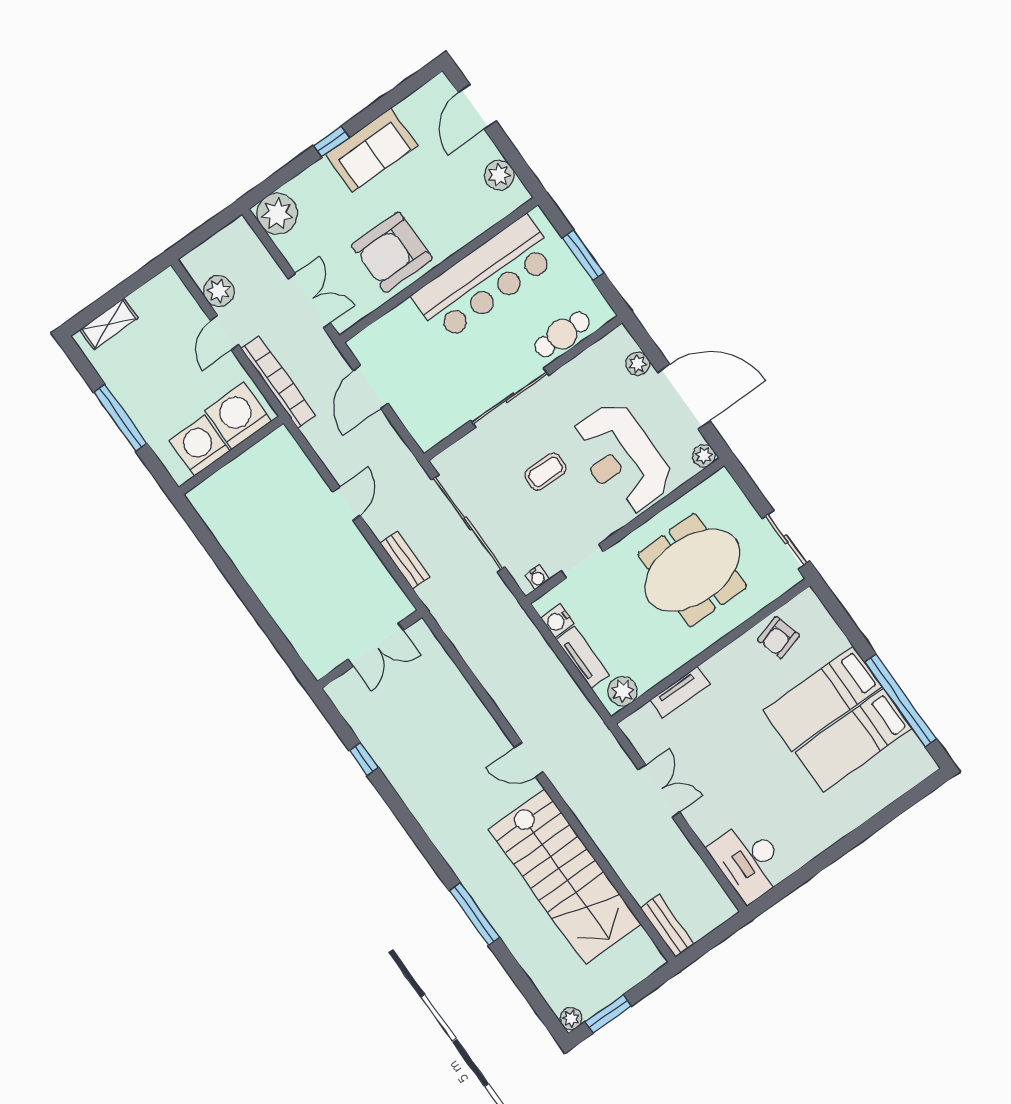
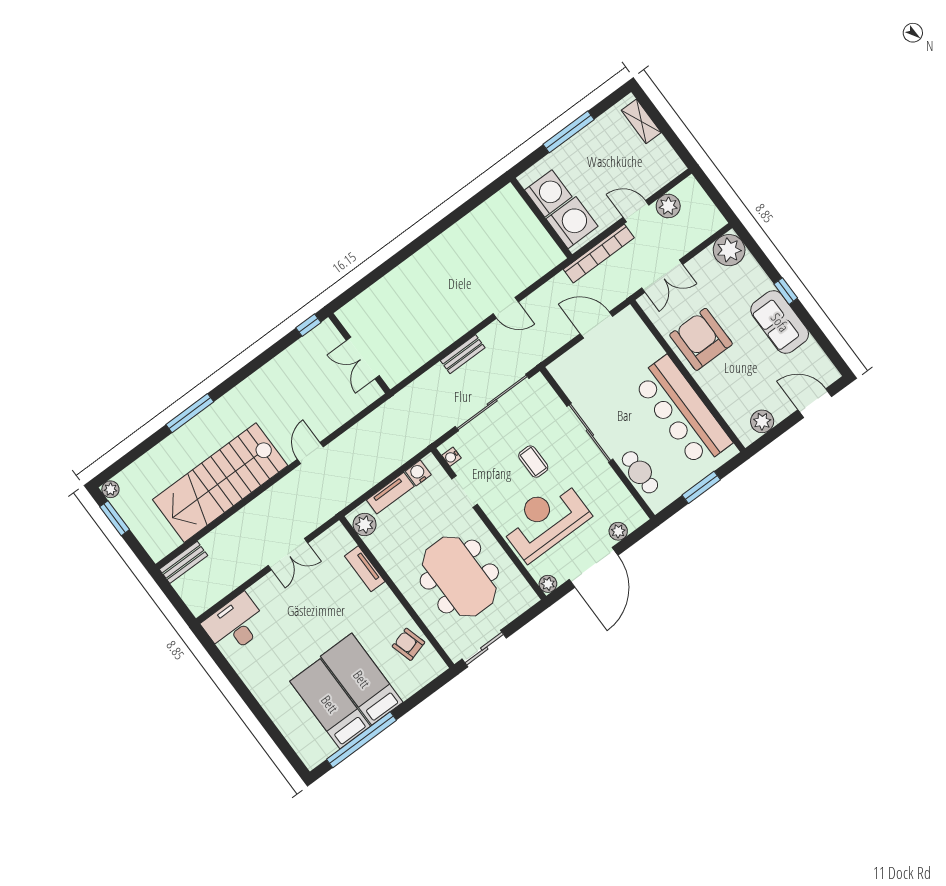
double door: (376, 645) -> (363, 358), moved
wall: (370, 649) -> (359, 353), moved

